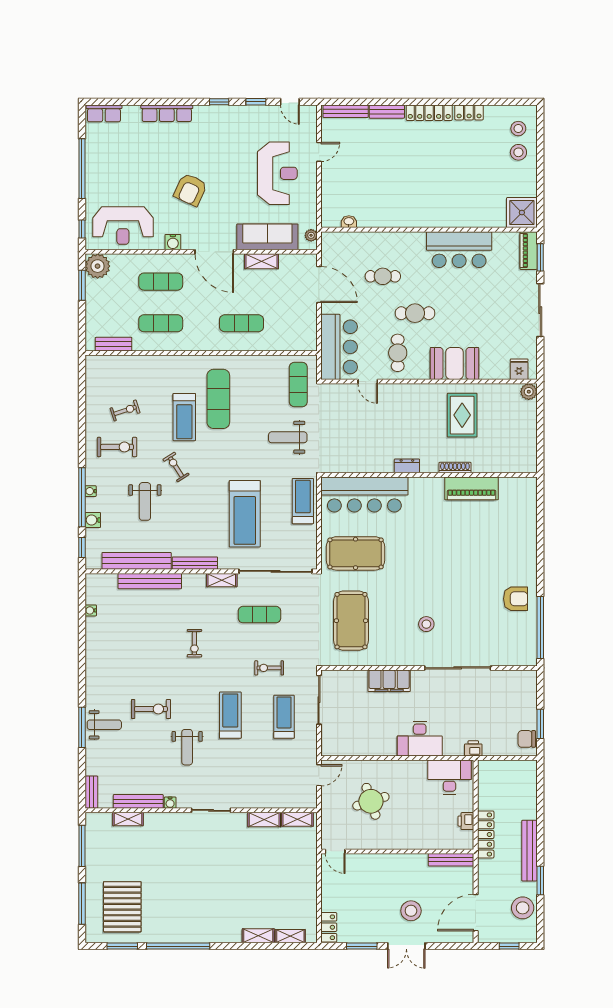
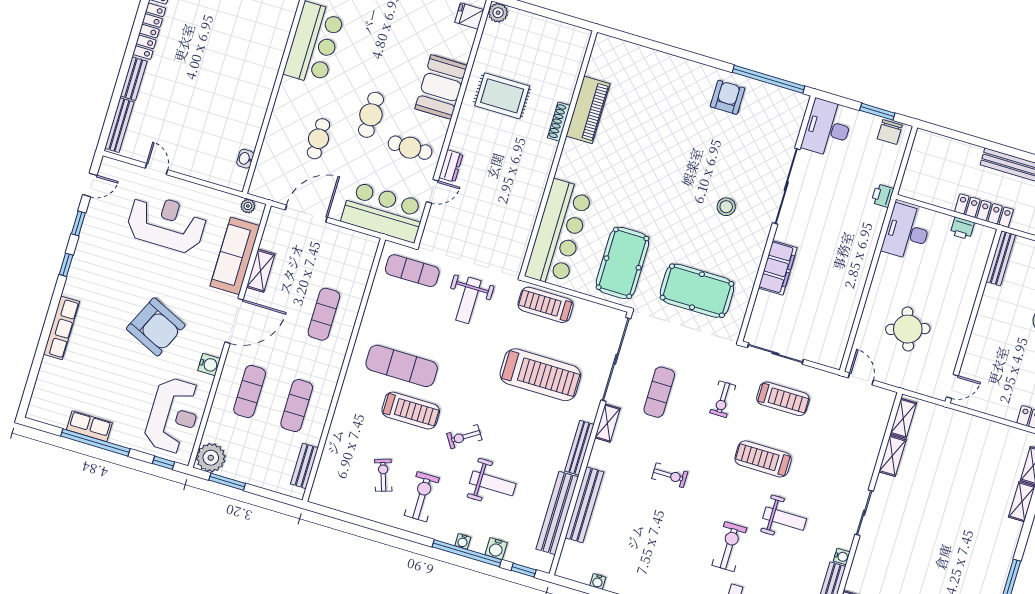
row of seats: (104, 113) -> (89, 426), moved, turned -90
armchair: (190, 190) -> (156, 327), width x1.36, depth x1.36
dresser: (407, 466) -> (451, 166), moved, turned 180
treadmill: (284, 717) -> (783, 399), turned 180
desk: (420, 739) -> (827, 128), moved, turned 180

